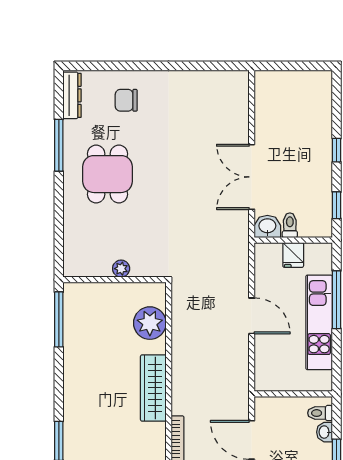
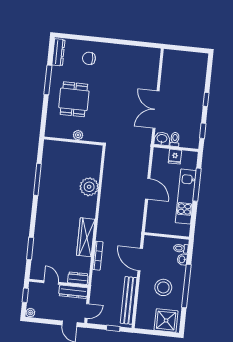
plant: (121, 269) -> (78, 135), moved
wall: (114, 280) -> (74, 141), moved
wardrobe: (153, 388) -> (86, 237), moved

